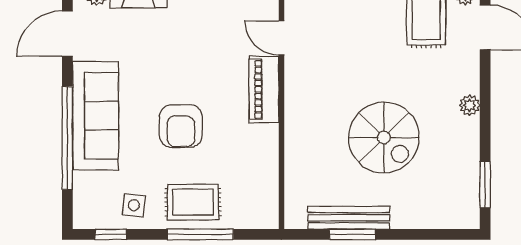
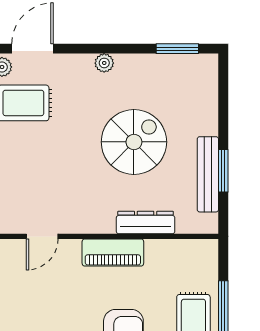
piano: (264, 89) -> (113, 252), moved
dresser: (296, 150) -> (146, 223), added

